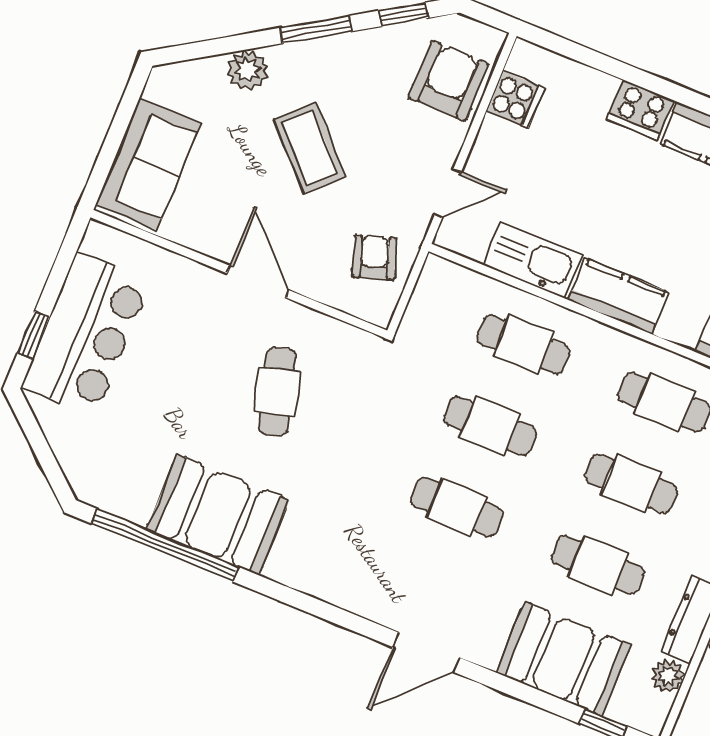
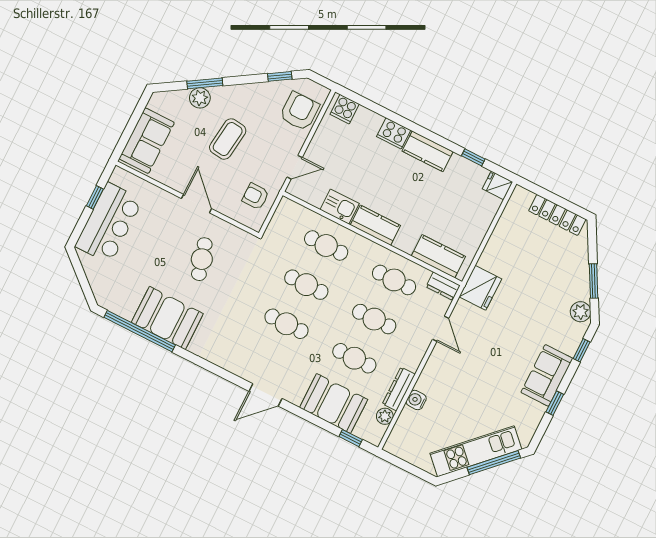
window: (316, 30) -> (205, 83), moved
cooker: (515, 99) -> (345, 109), moved, turned 90
coffee table: (310, 148) -> (228, 139), turned 51
armchair: (374, 258) -> (255, 196), turned -72
kitchen sink: (533, 260) -> (340, 207), width x0.73
window: (33, 335) -> (95, 197), moved

